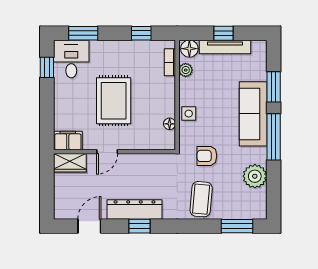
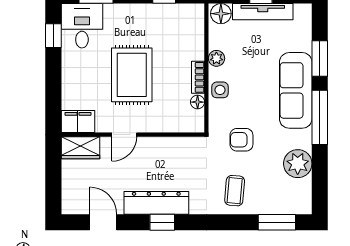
bookcase: (170, 62) -> (198, 77), moved
plant: (186, 70) -> (216, 58), moved
coffee table: (201, 199) -> (235, 191), width x0.73, depth x0.77
door: (89, 226) -> (103, 222), hinge flipped

